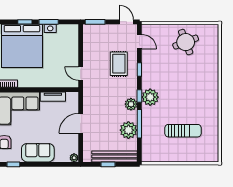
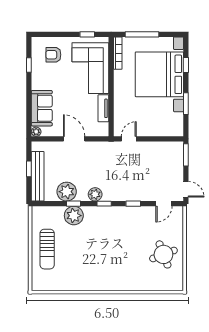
window: (25, 22) -> (186, 65), moved
door: (126, 22) -> (186, 189), hinge flipped
rug: (119, 64) -> (140, 181), removed
plant: (150, 97) -> (74, 216), moved
window: (139, 124) -> (74, 204), width x0.46
sun lounger: (183, 131) -> (47, 249), moved
sofa: (38, 153) -> (42, 108), moved

